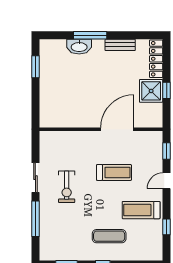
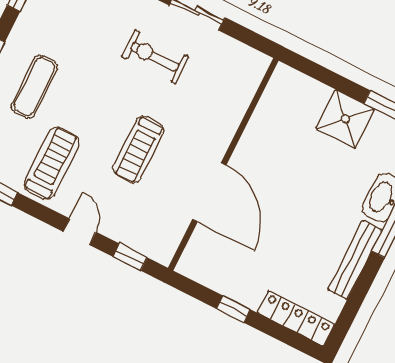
bench: (120, 45) -> (355, 260), width x1.36
shower: (151, 91) -> (345, 119), moved

